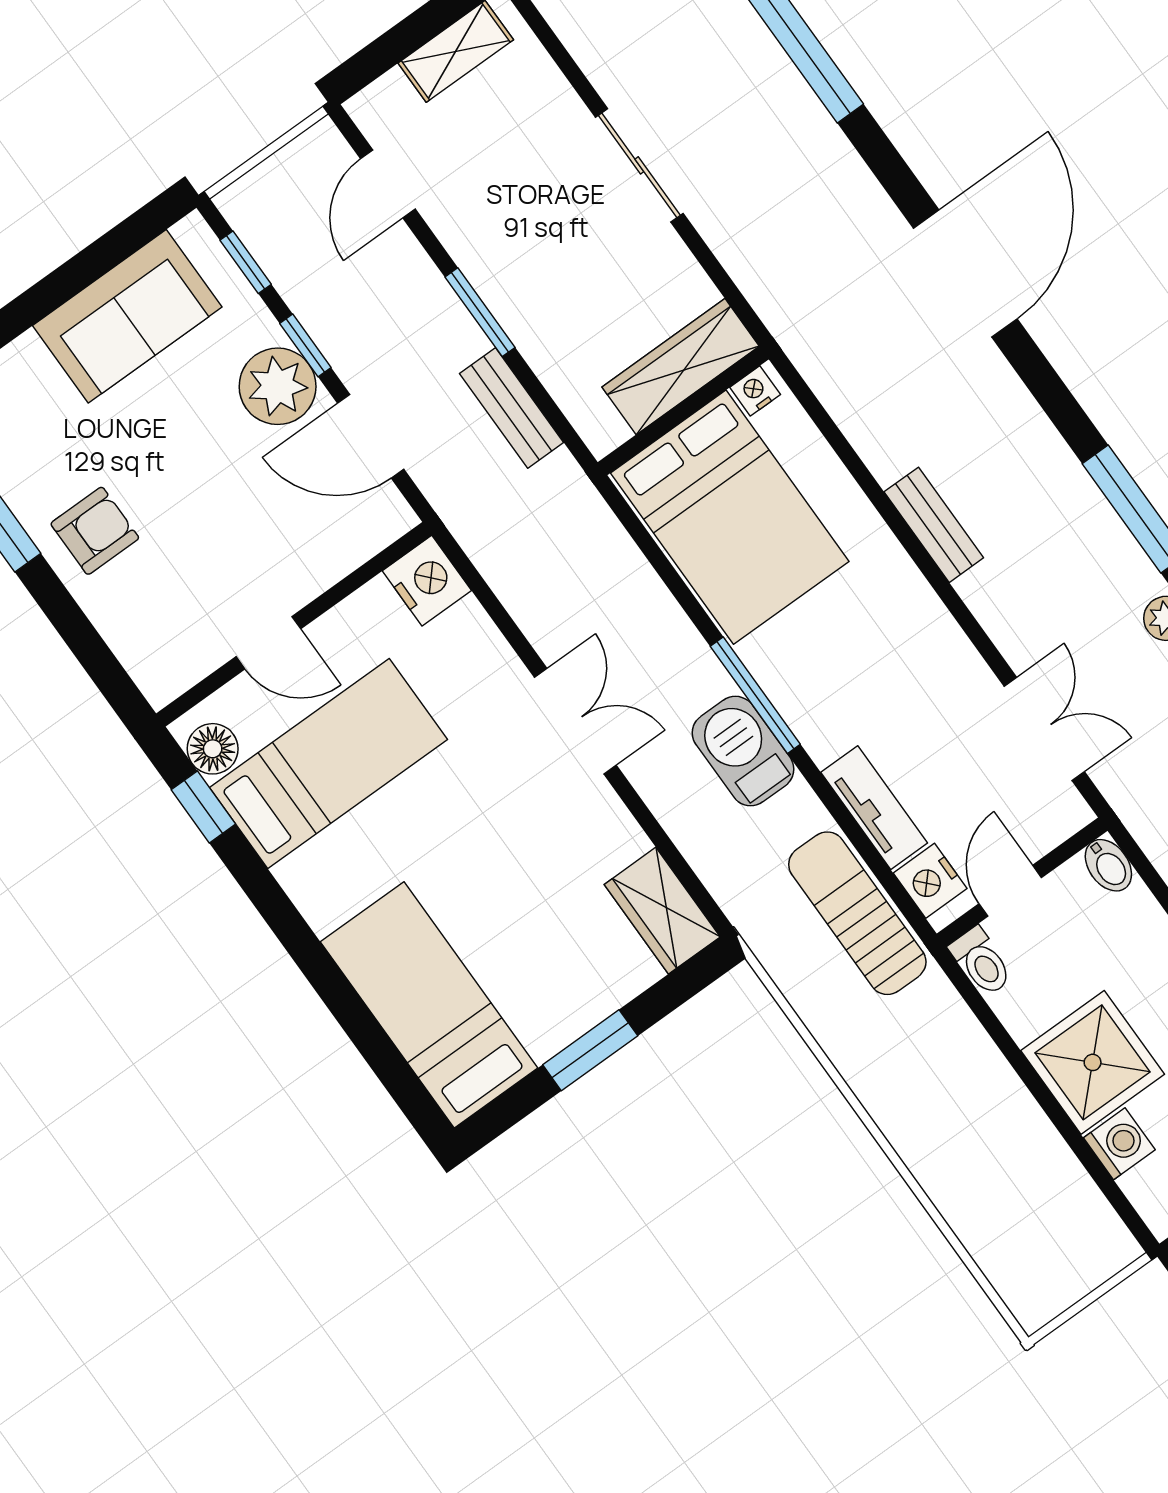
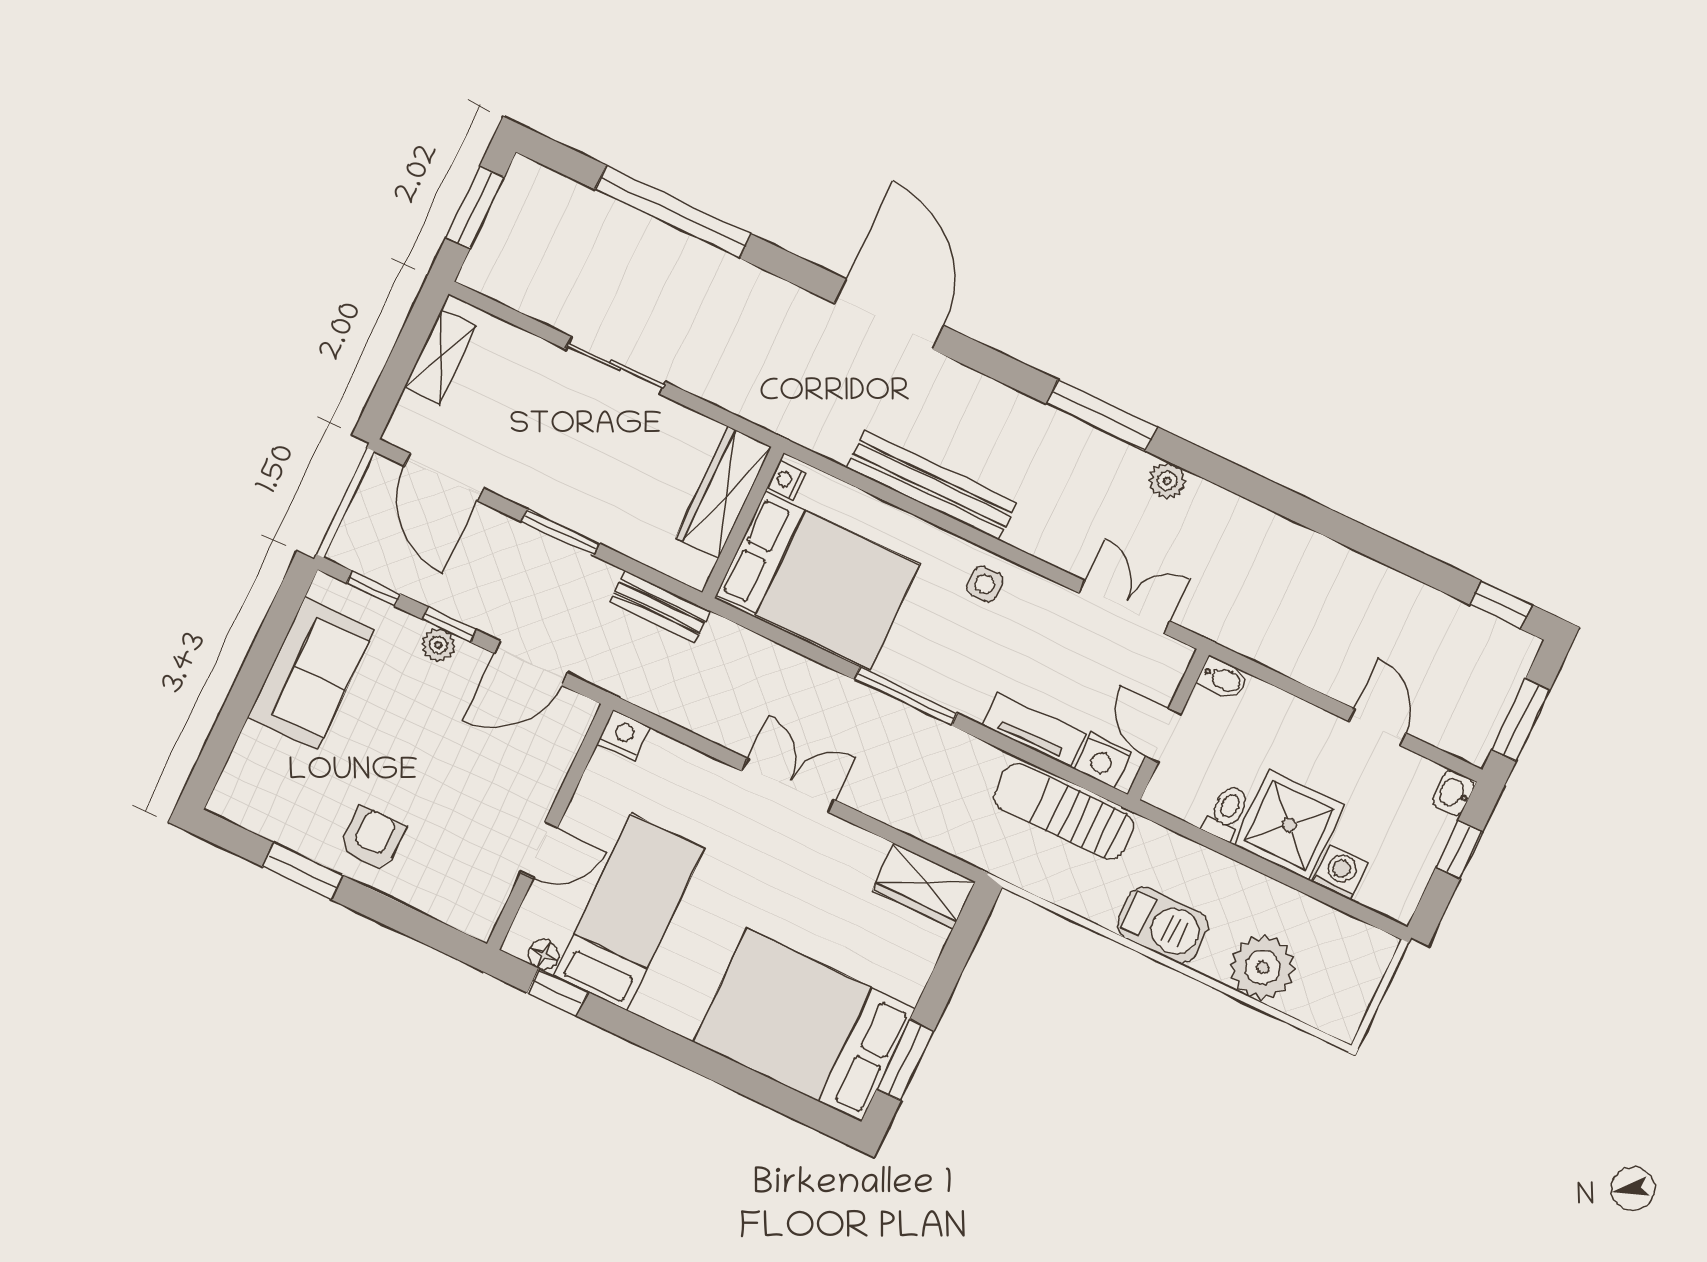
door: (388, 184) -> (444, 477), width x1.38
plant: (278, 386) -> (438, 645), width x0.53, depth x0.53
bench: (512, 408) -> (660, 607), moved
bench: (934, 525) -> (932, 485), width x1.86, depth x1.21
nightstand: (427, 581) -> (623, 735), width x0.74, depth x0.75
side table: (908, 621) -> (985, 584), added
floor lamp: (213, 749) -> (544, 955), width x0.73, depth x0.73
barbecue: (743, 751) -> (1163, 925), moved, turned 180
toilet: (981, 962) -> (1227, 813), moved, turned -90
bed: (429, 1005) -> (804, 1025), width x1.50
window: (590, 1050) -> (905, 1060), moved
plant: (979, 1200) -> (1263, 967), added

